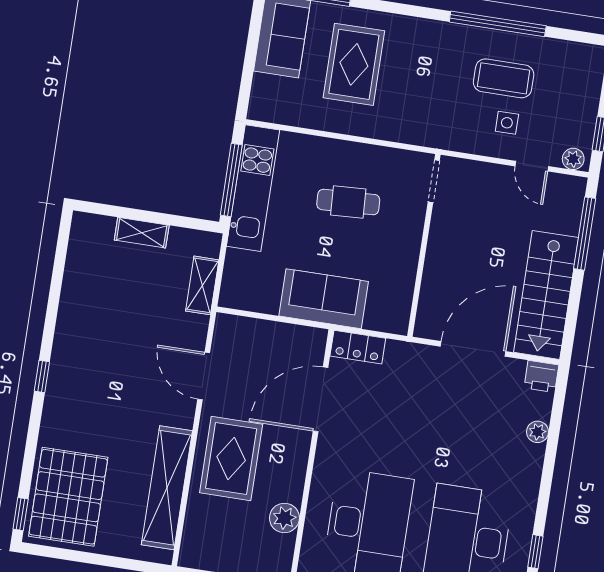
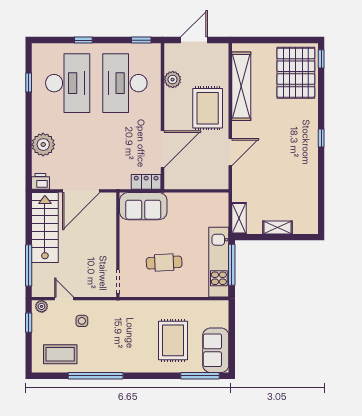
coffee table: (504, 78) -> (60, 354), moved
shelving: (202, 285) -> (239, 218), moved
sofa: (324, 299) -> (143, 206), moved
door: (204, 376) -> (230, 152), hinge flipped
plant: (537, 432) -> (43, 145), width x1.87, depth x1.87

